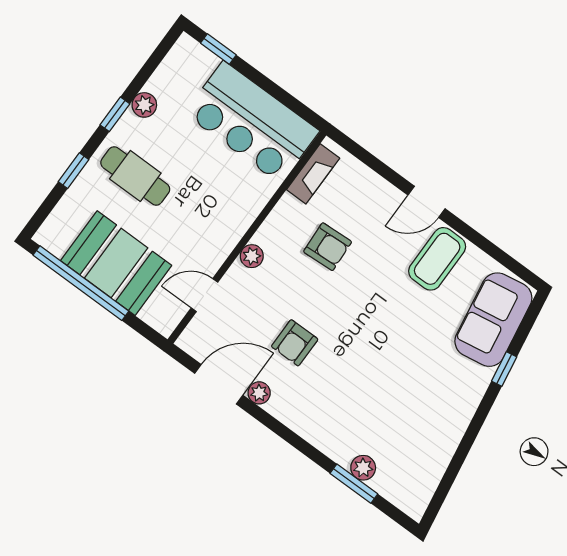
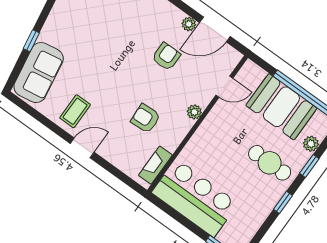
plant: (144, 105) -> (311, 144), moved
coffee table: (437, 259) -> (75, 111), width x0.73, depth x0.77

